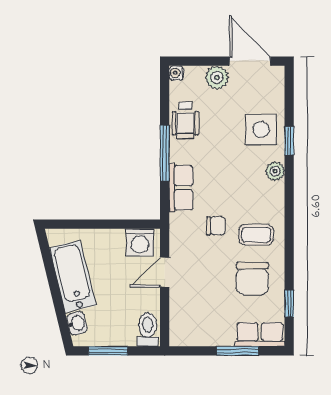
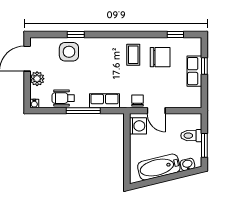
wheelchair: (185, 120) -> (63, 98), turned 180
plant: (275, 171) -> (94, 43), removed
chair: (216, 226) -> (138, 101), moved
toilet: (148, 329) -> (191, 136), moved
row of seats: (260, 335) -> (194, 71), moved
window: (238, 351) -> (204, 66), width x0.67

